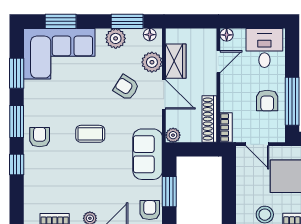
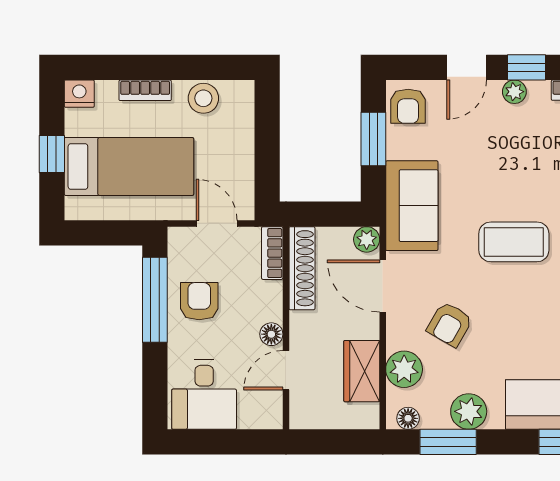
floor lamp: (227, 35) -> (271, 334), moved
armchair: (126, 88) -> (450, 324), turned 88
door: (164, 95) -> (383, 286), moved
coffee table: (90, 134) -> (514, 242), width x1.36, depth x1.30

